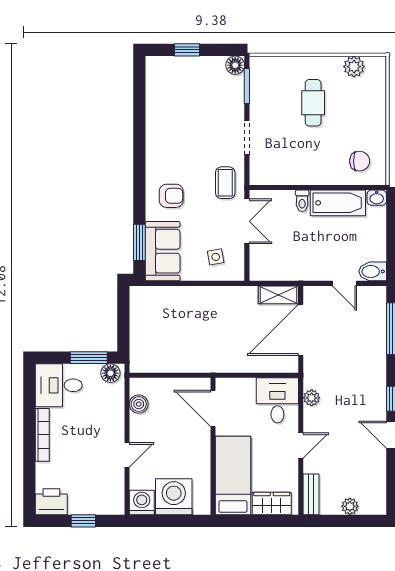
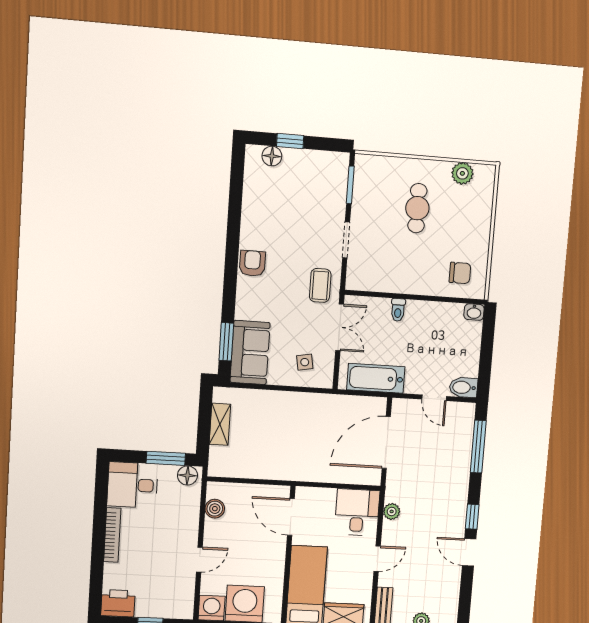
floor lamp: (235, 65) -> (272, 156), moved
armchair: (171, 196) -> (252, 263), moved, turned -90
bathtub: (338, 203) -> (376, 378), moved, turned 180
shelving: (278, 295) -> (220, 424), moved, turned 90

